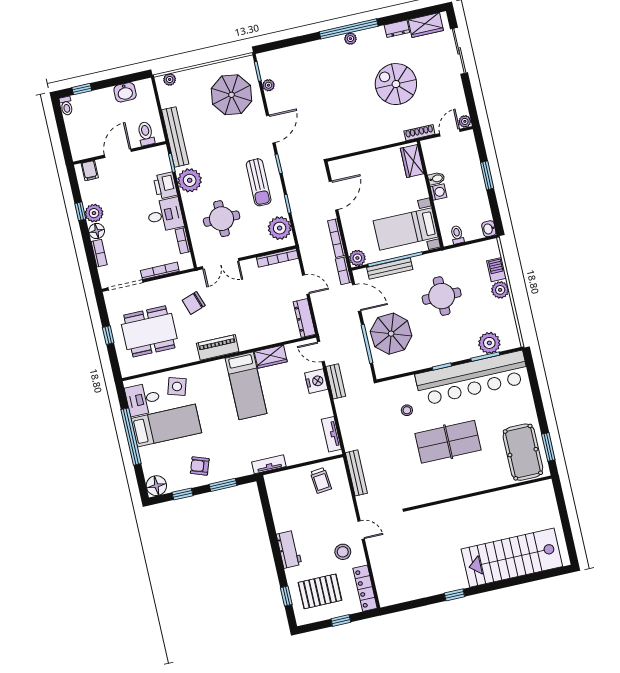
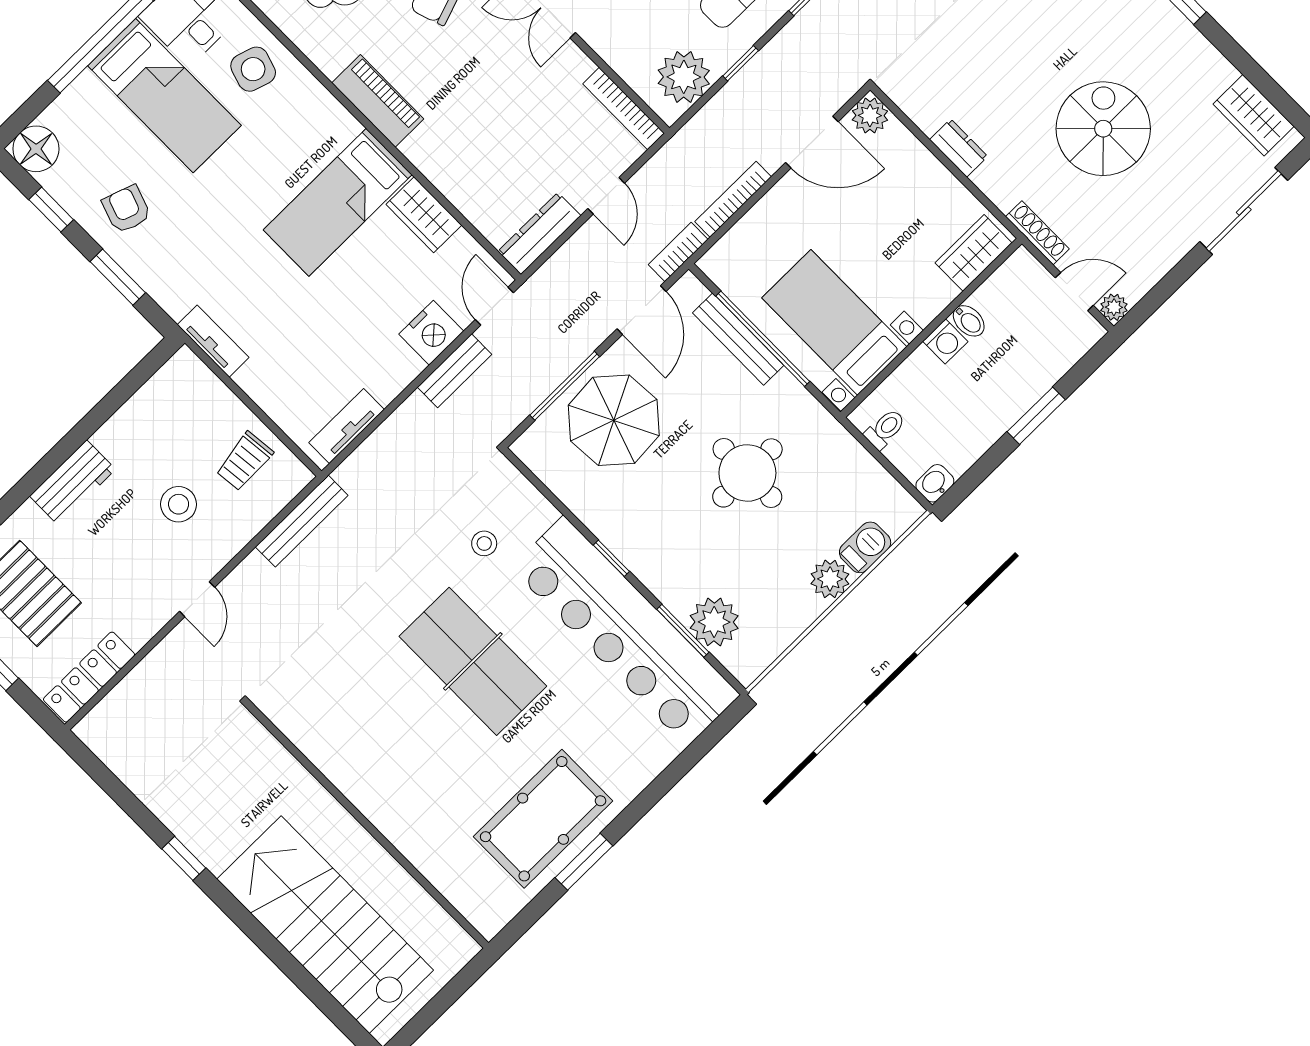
dresser: (397, 29) -> (959, 148), moved, turned 180
plant: (357, 258) -> (870, 116), moved
wall: (478, 493) -> (367, 825), moved
stool: (343, 552) -> (179, 504), moved

